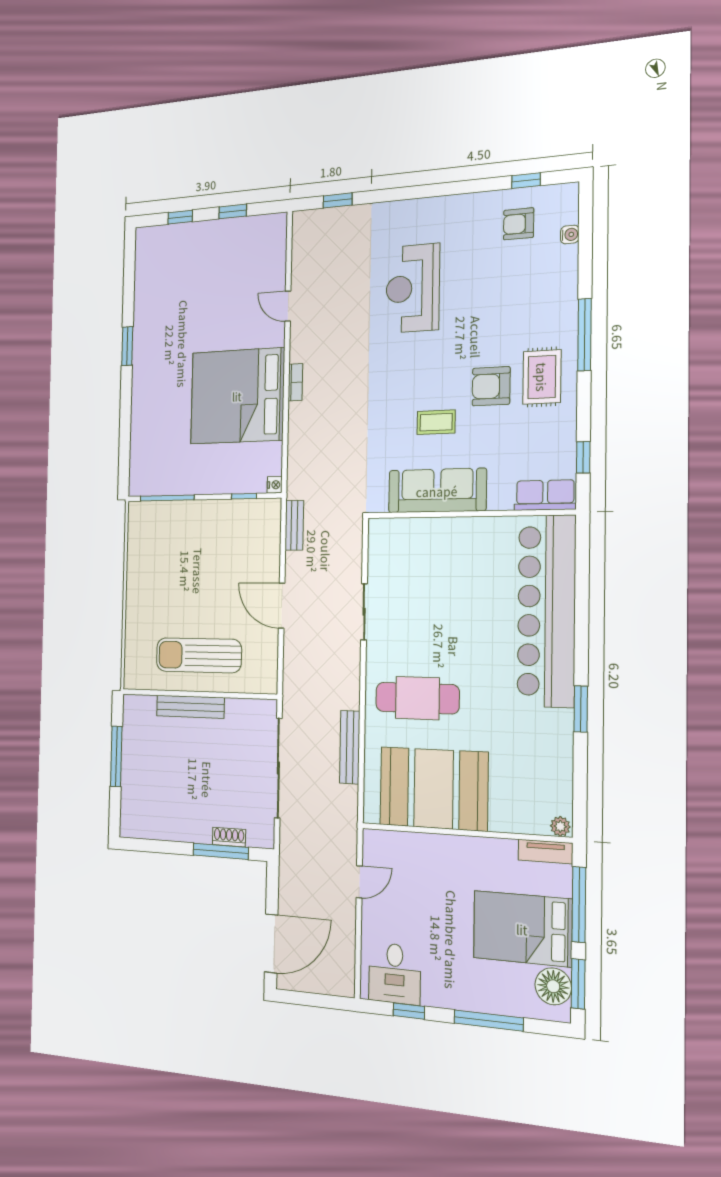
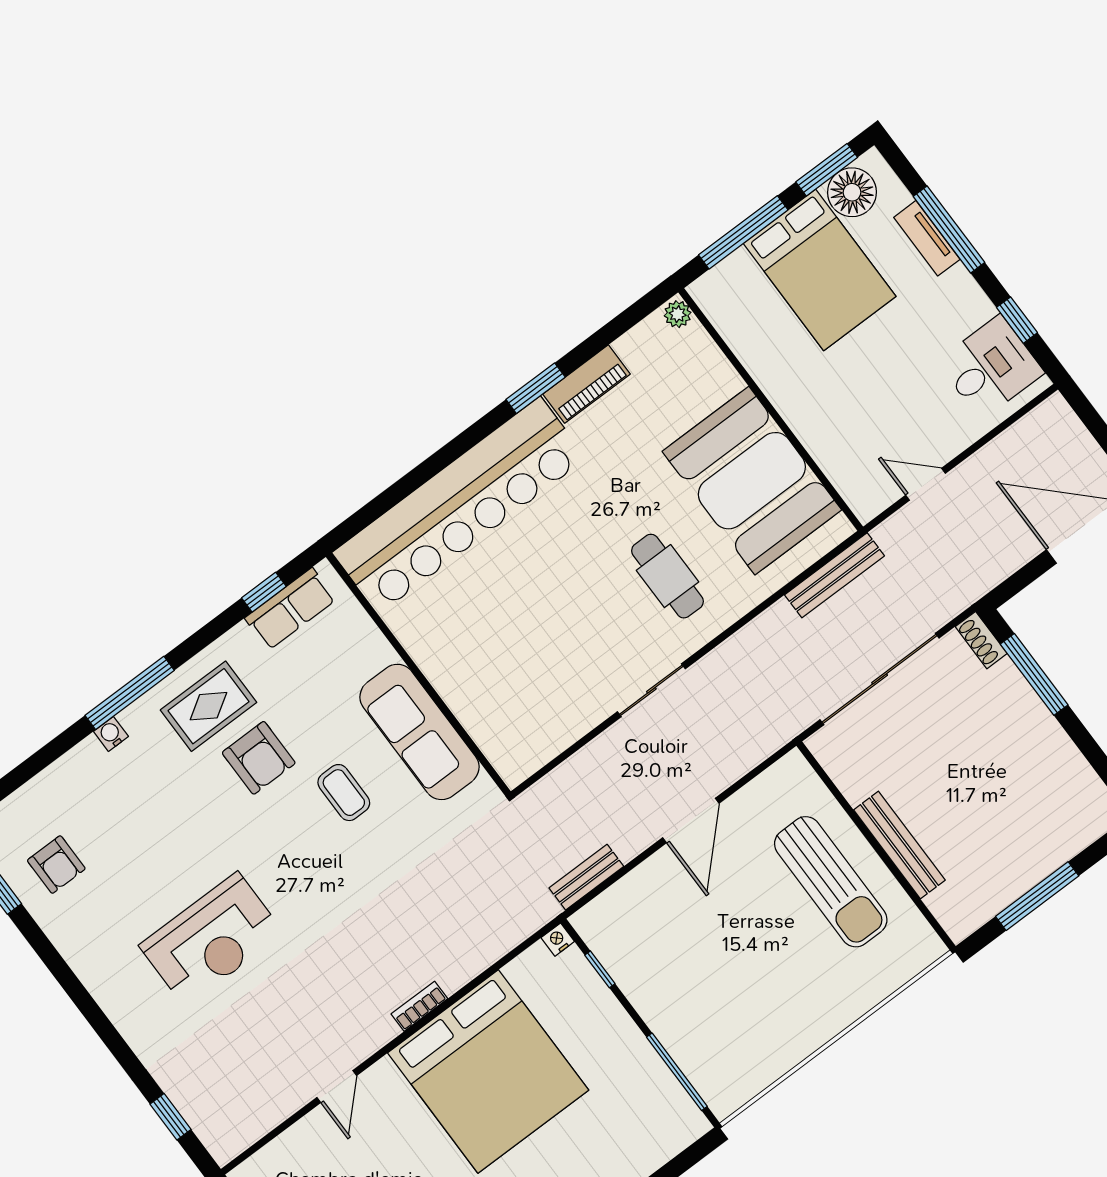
water cooler: (570, 235) -> (111, 734), moved
row of seats: (545, 495) -> (290, 609), moved, turned -90
sliding door: (364, 612) -> (651, 690), moved
cafe table: (417, 698) -> (667, 576), width x0.73, depth x0.74
piano: (560, 740) -> (587, 384), added
bench: (350, 747) -> (835, 575), moved
shoe rack: (229, 837) -> (981, 640), moved
tv unit: (545, 852) -> (927, 238), moved, turned 180

